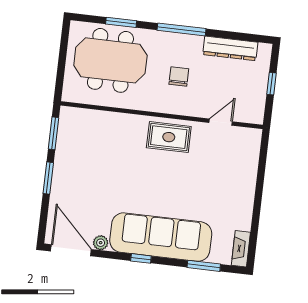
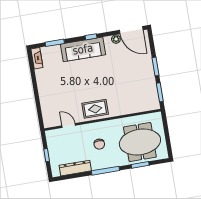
door: (221, 122) -> (69, 126), swing flipped
sofa: (161, 237) -> (83, 49), width x0.74, depth x0.79

